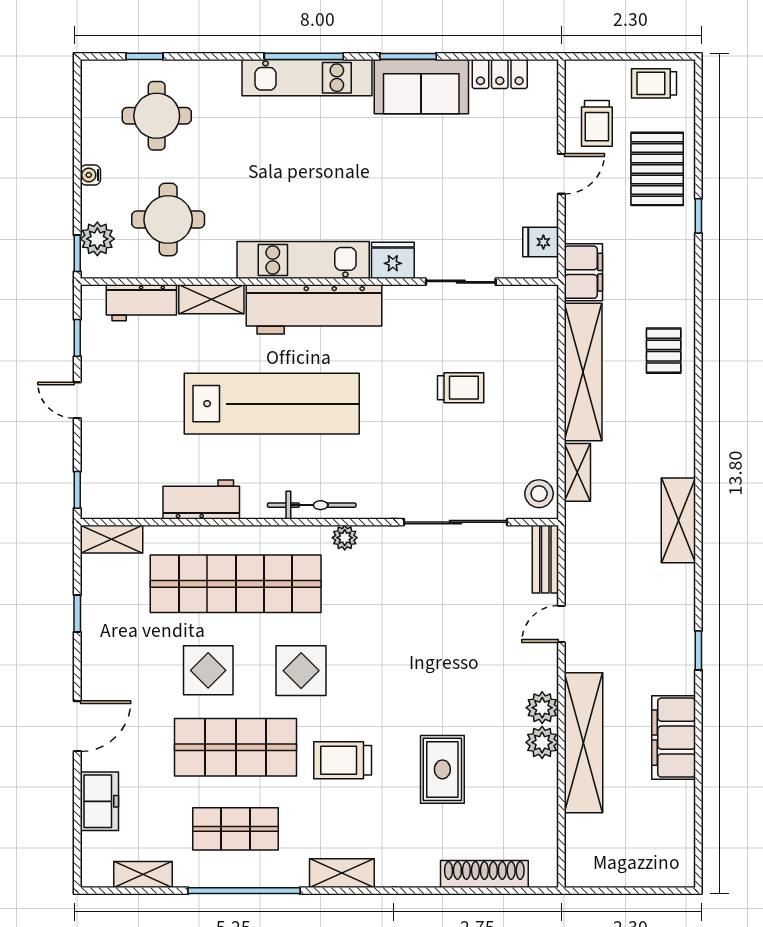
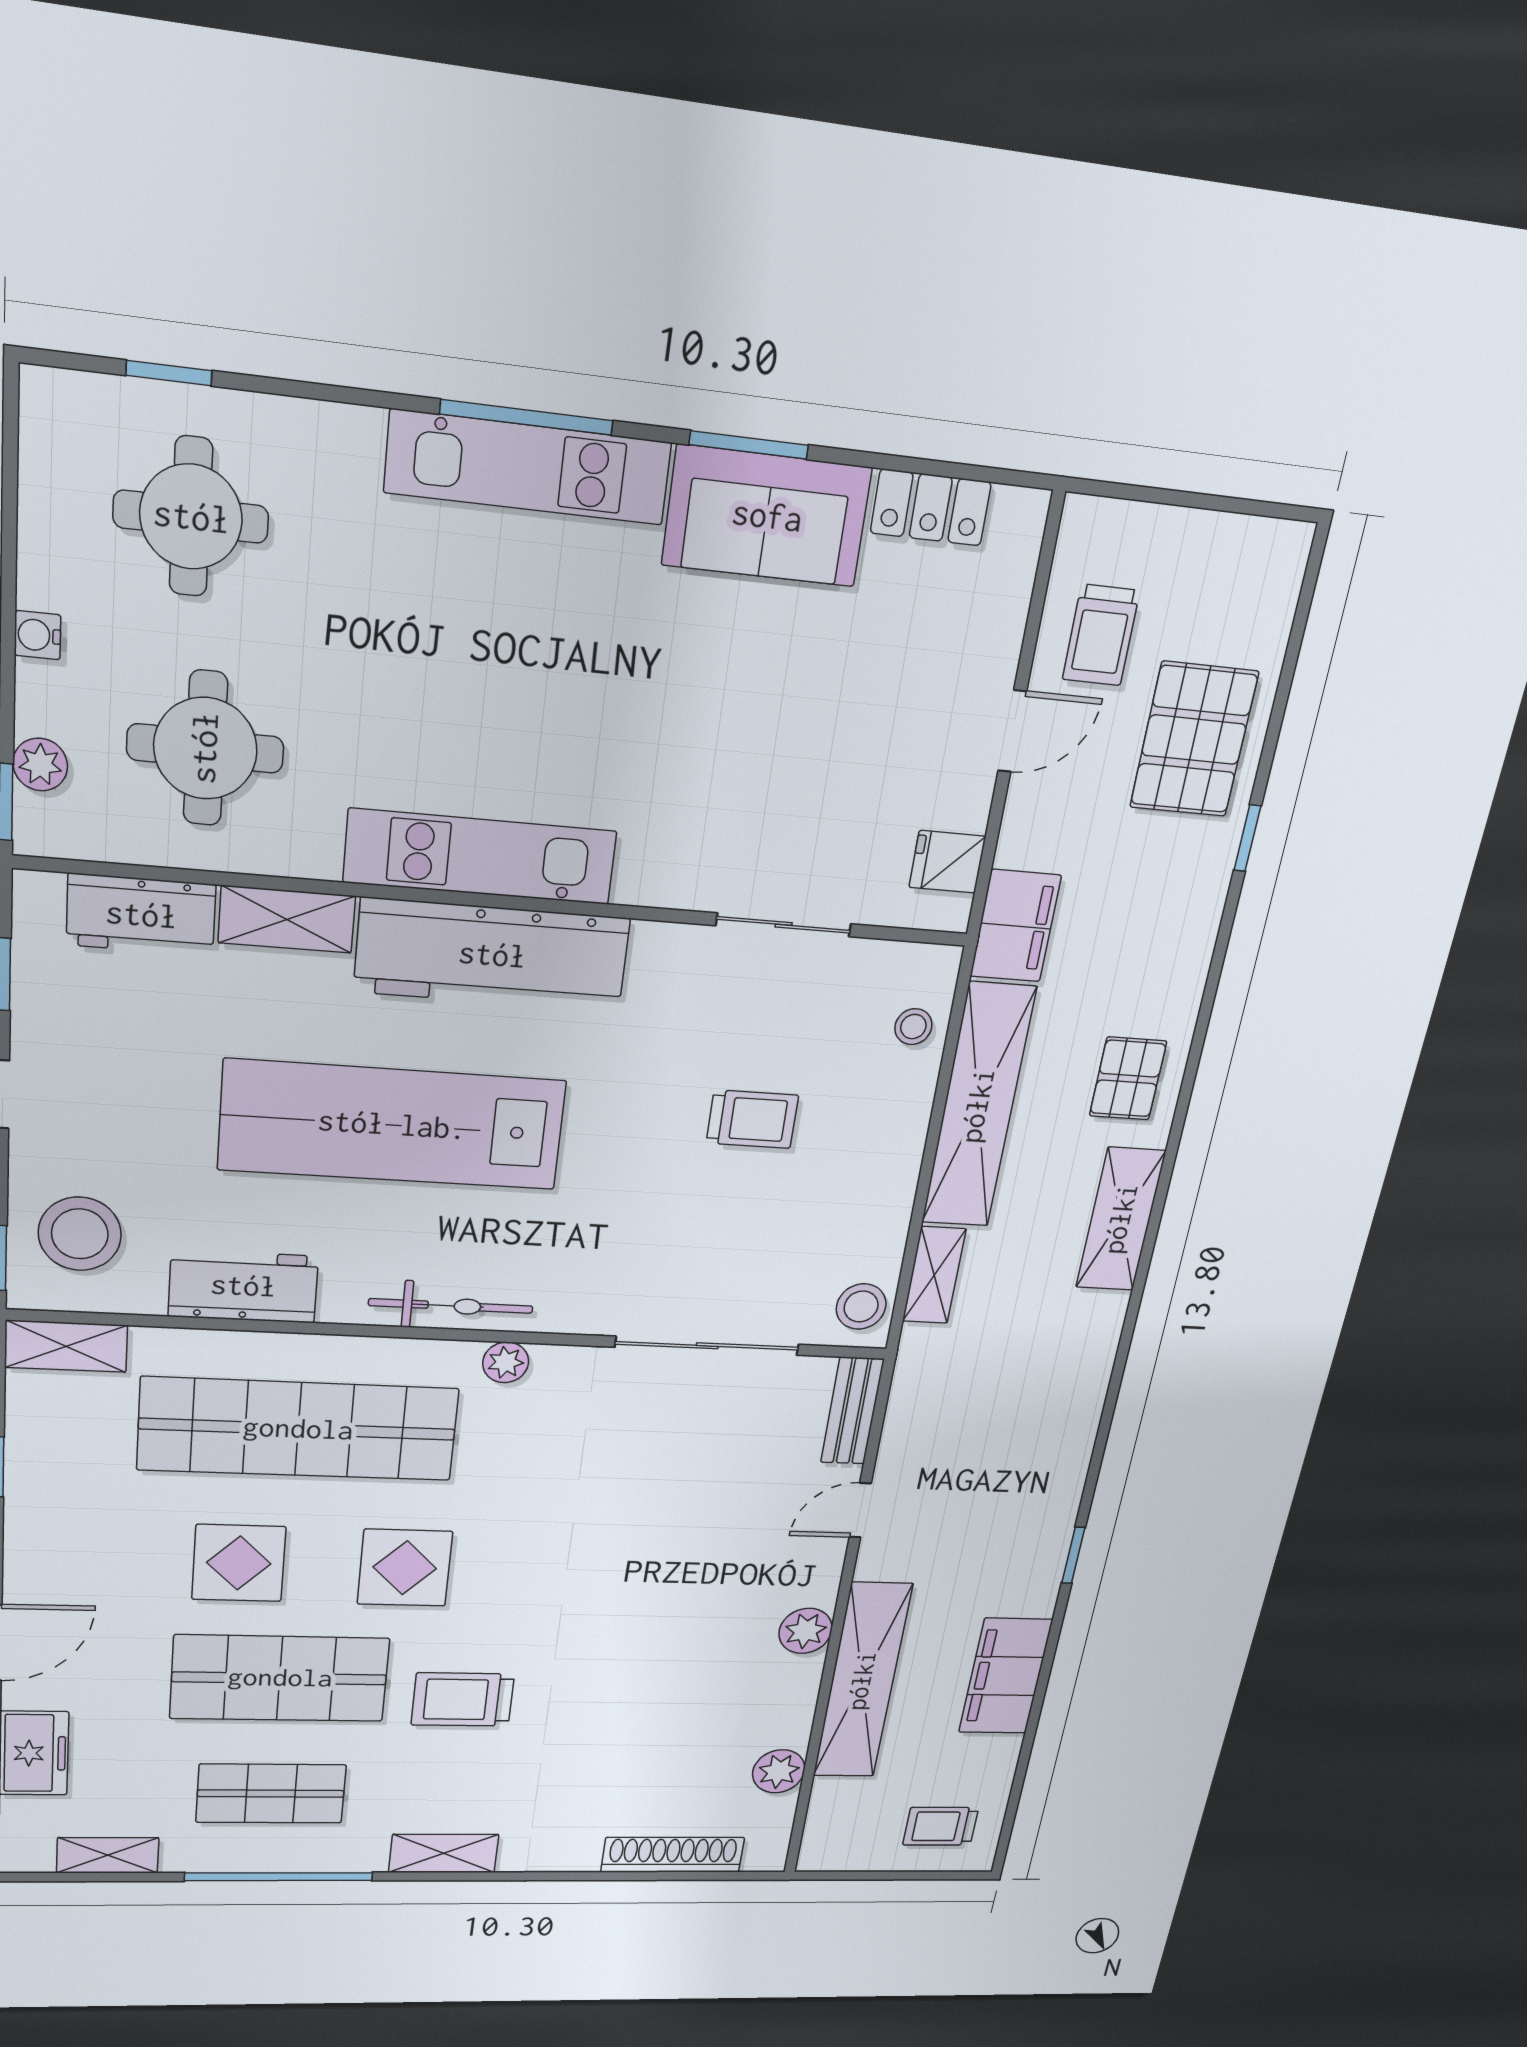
trolley: (654, 83) -> (941, 1826), moved
plant: (97, 239) -> (40, 765), width x0.73, depth x0.73
fridge: (393, 260) -> (659, 873), removed
stool: (539, 330) -> (913, 1027), added
lab bench: (272, 404) -> (392, 1125), turned 180
stool: (117, 474) -> (80, 1234), added
shelving: (678, 520) -> (1121, 1219), moved
plant: (542, 742) -> (779, 1771), moved
rug: (442, 769) -> (628, 1715), removed

